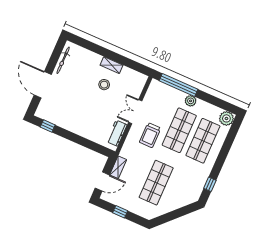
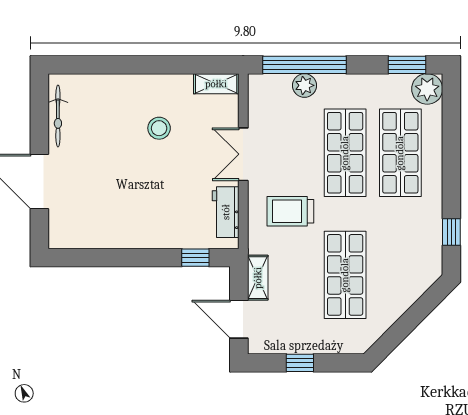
shelving: (112, 65) -> (216, 84), moved
plant: (191, 101) -> (304, 85), moved
window: (222, 104) -> (407, 65), added
window: (48, 126) -> (195, 258), moved
trolley: (150, 135) -> (290, 211), moved, turned 90
door: (102, 181) -> (239, 319), swing flipped

